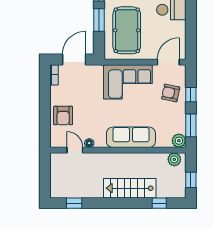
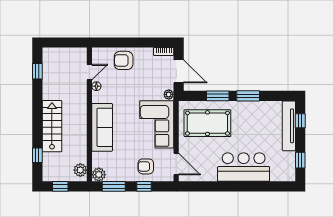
plant: (98, 70) -> (169, 94), added
armchair: (171, 93) -> (146, 166), turned -102

